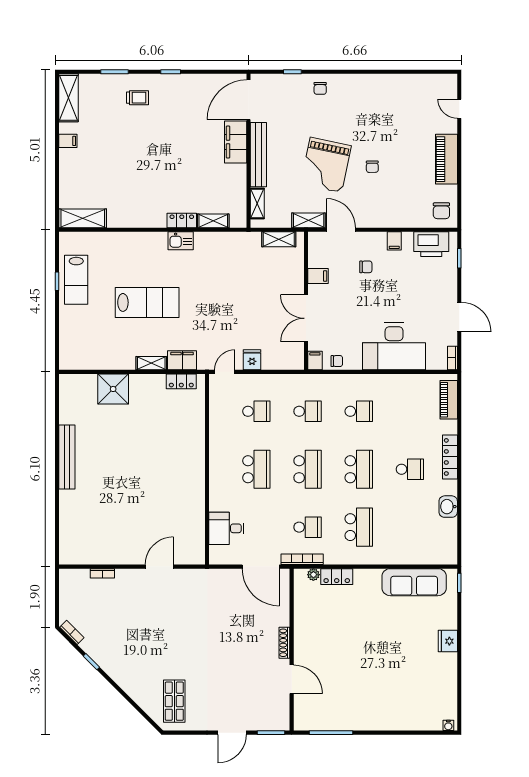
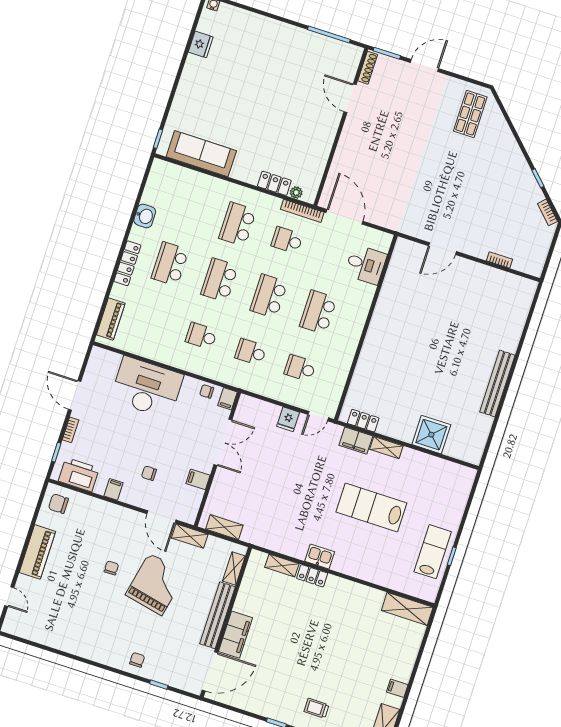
chair: (441, 211) -> (58, 504), turned -90
bookcase: (453, 358) -> (71, 430), moved
school desk: (410, 469) -> (170, 264), width x1.85
fridge: (448, 641) -> (201, 44), moved
shoe rack: (284, 643) -> (368, 68), moved

